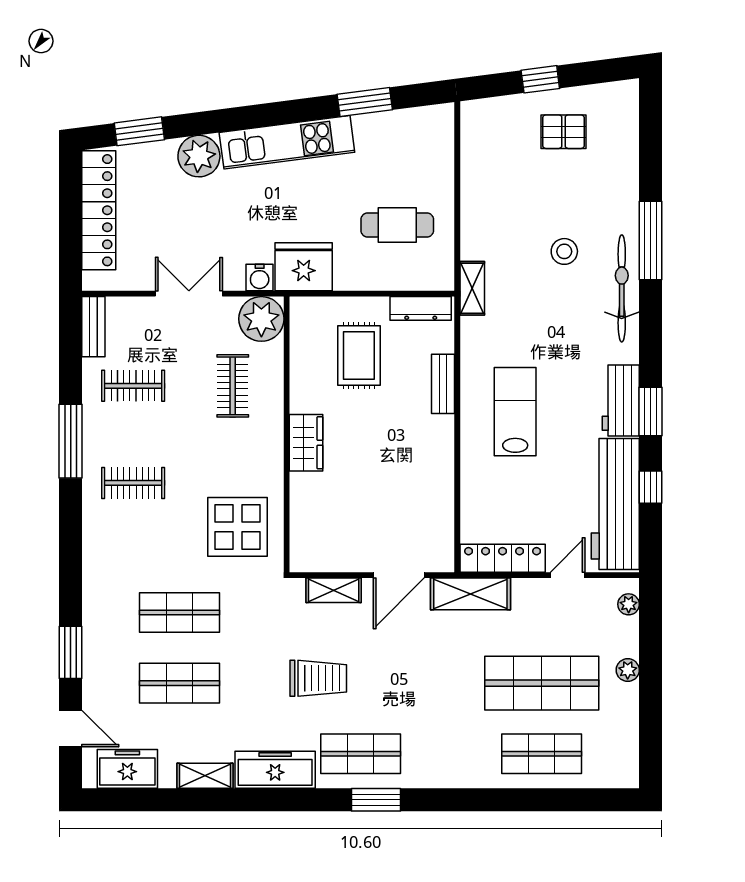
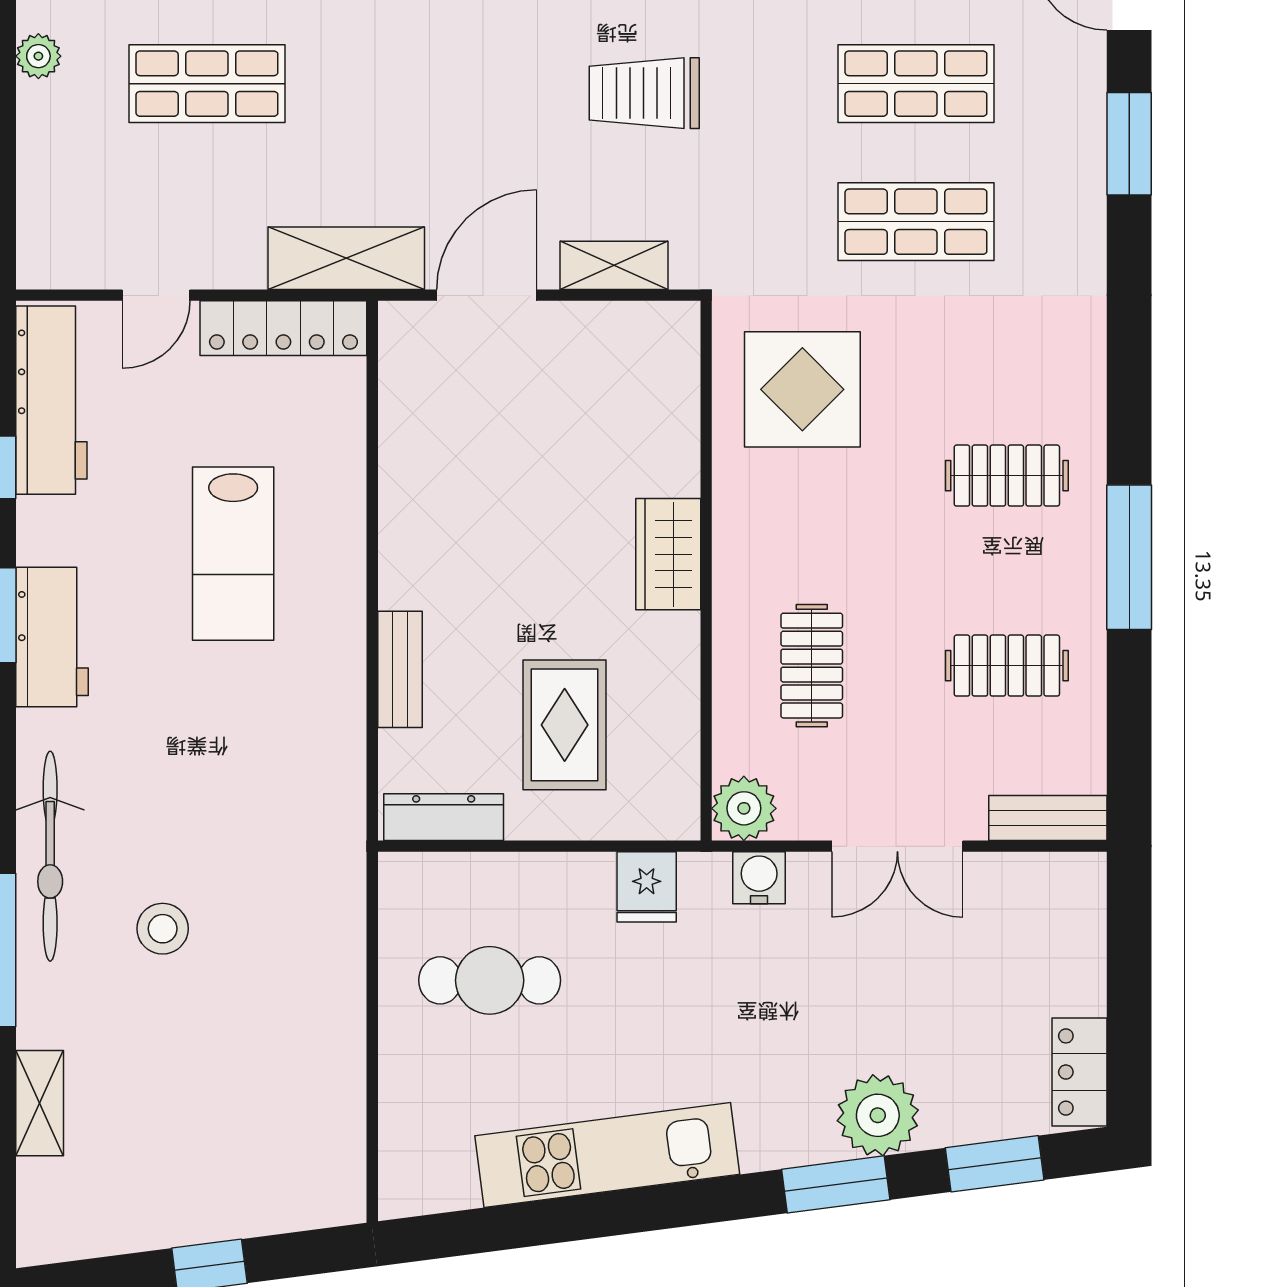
window: (365, 102) -> (836, 1184), moved
pallet: (563, 132) -> (164, 1163), removed
kitchen unit: (287, 142) -> (607, 1155), moved
locker: (99, 210) -> (1080, 1072), width x0.46, depth x0.83
fridge: (304, 267) -> (647, 887), width x0.53, depth x0.75
shelving: (472, 288) -> (40, 1103), moved
plant: (261, 319) -> (744, 808), width x0.73, depth x0.73
bench: (93, 327) -> (1048, 818), moved, turned 90
lab bench: (515, 412) -> (233, 554), moved
workbench: (615, 504) -> (51, 400), width x0.73, depth x0.76
plant: (629, 604) -> (37, 238), removed
plant: (628, 670) -> (38, 56), moved
shop shelf: (542, 683) -> (207, 84), width x0.70, depth x0.74

